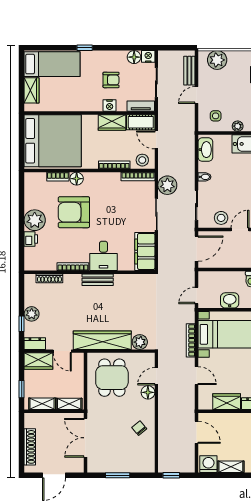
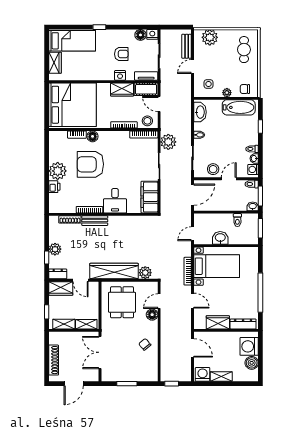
bench: (98, 280) -> (95, 221), moved

